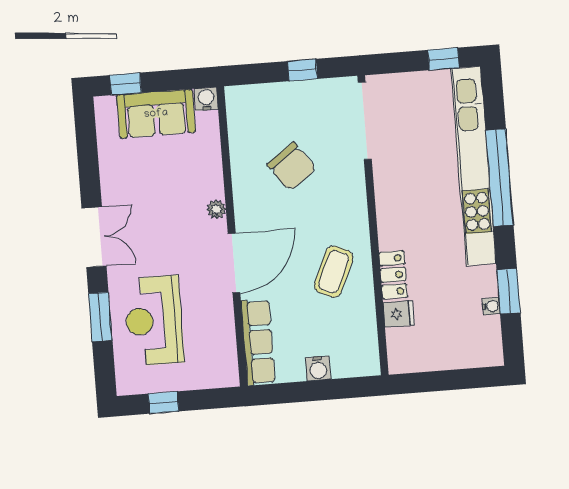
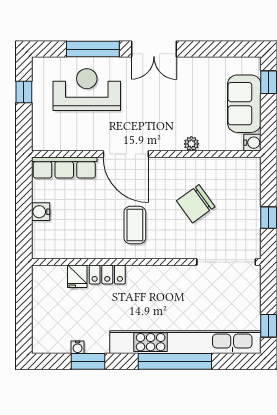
plant: (216, 209) -> (191, 144), moved
coffee table: (334, 272) -> (135, 225), moved, turned 66
window: (100, 317) -> (93, 49), width x1.44

